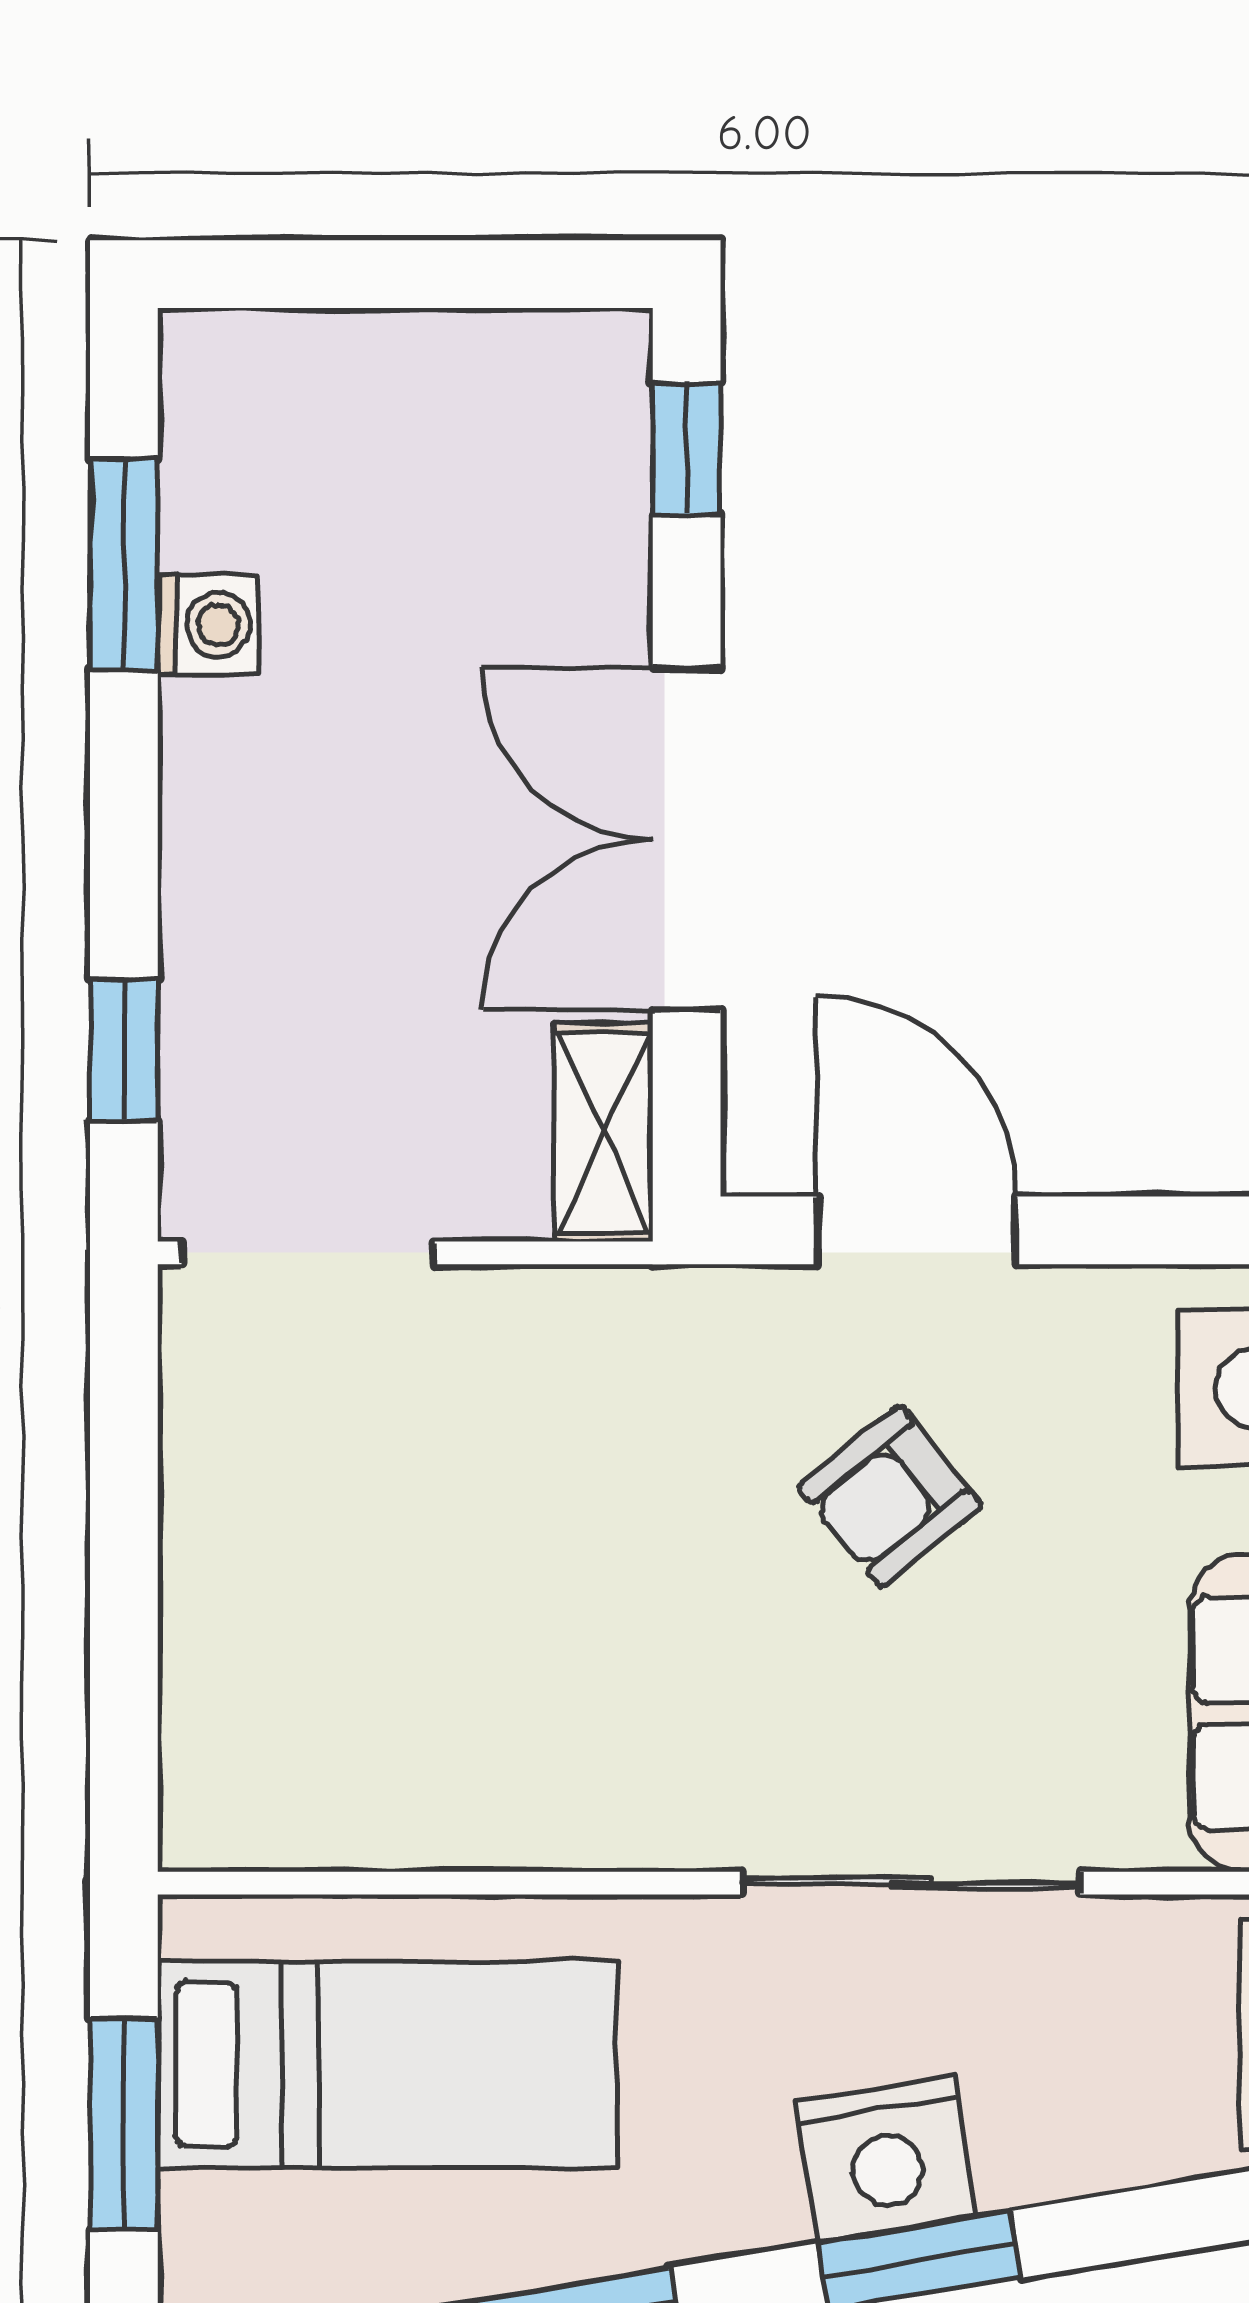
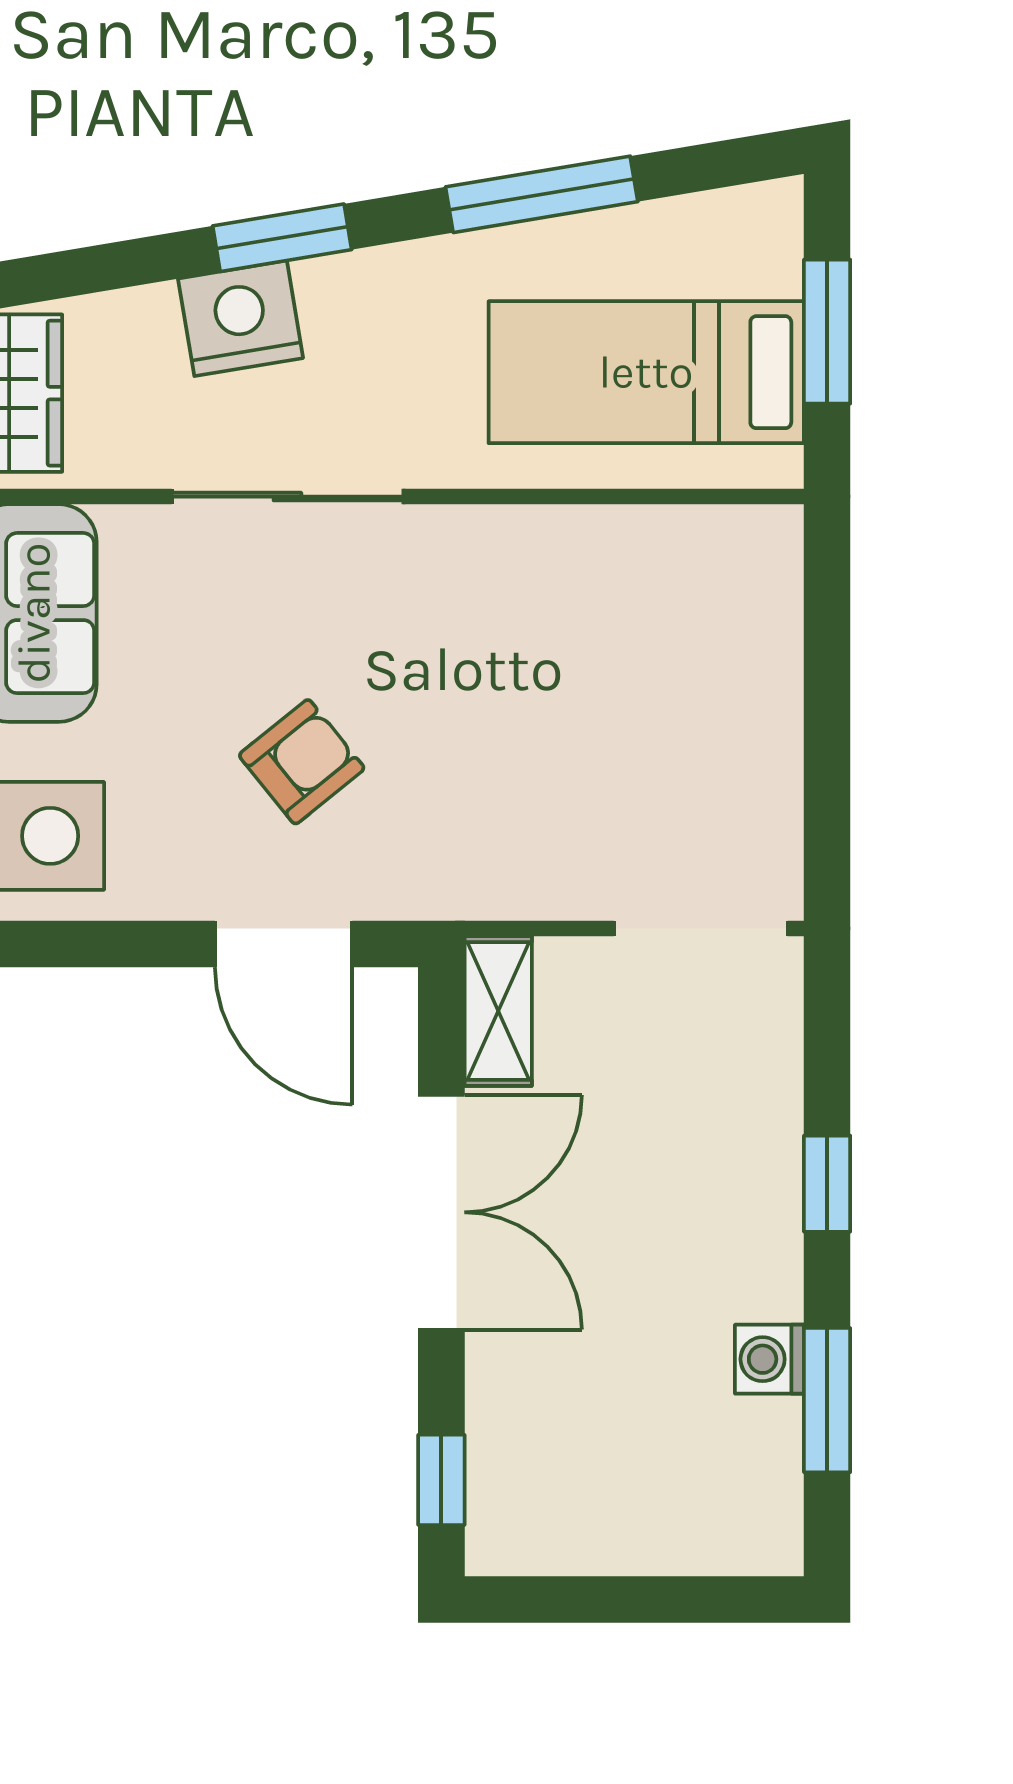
window: (124, 1050) -> (827, 1184), moved
nightstand: (886, 2159) -> (241, 318), moved

